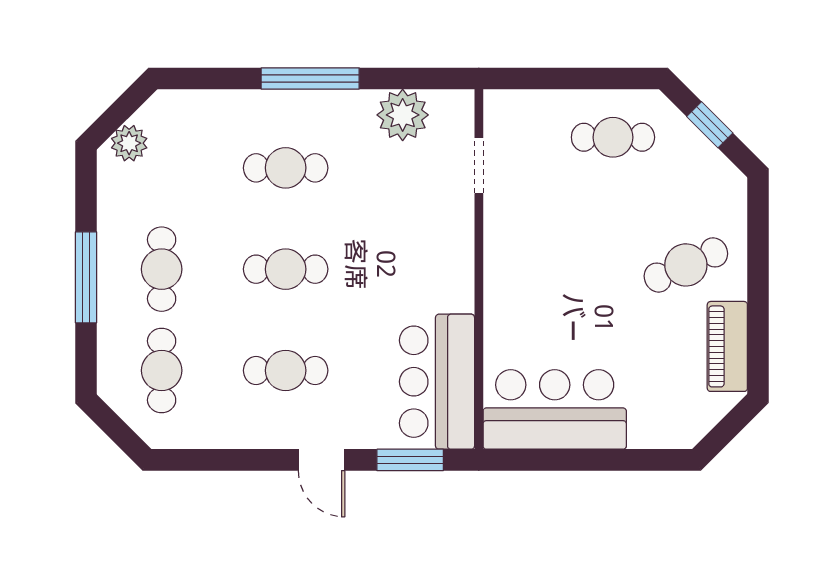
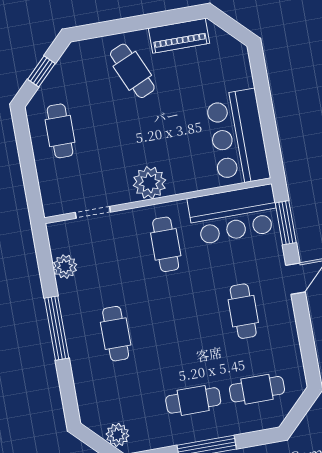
plant: (403, 115) -> (65, 267), width x0.73, depth x0.73
plant: (509, 261) -> (149, 183), added
cafe table: (286, 269) -> (166, 244), moved

